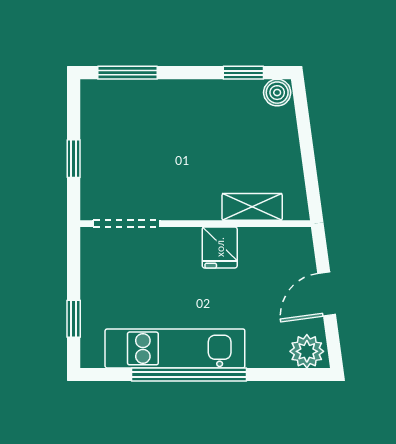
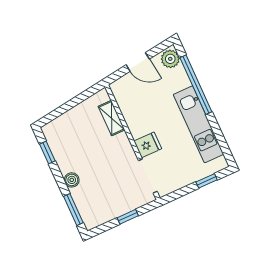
boiler: (277, 93) -> (72, 180), moved
fridge: (220, 247) -> (148, 145), moved
window: (189, 375) -> (196, 85), moved

